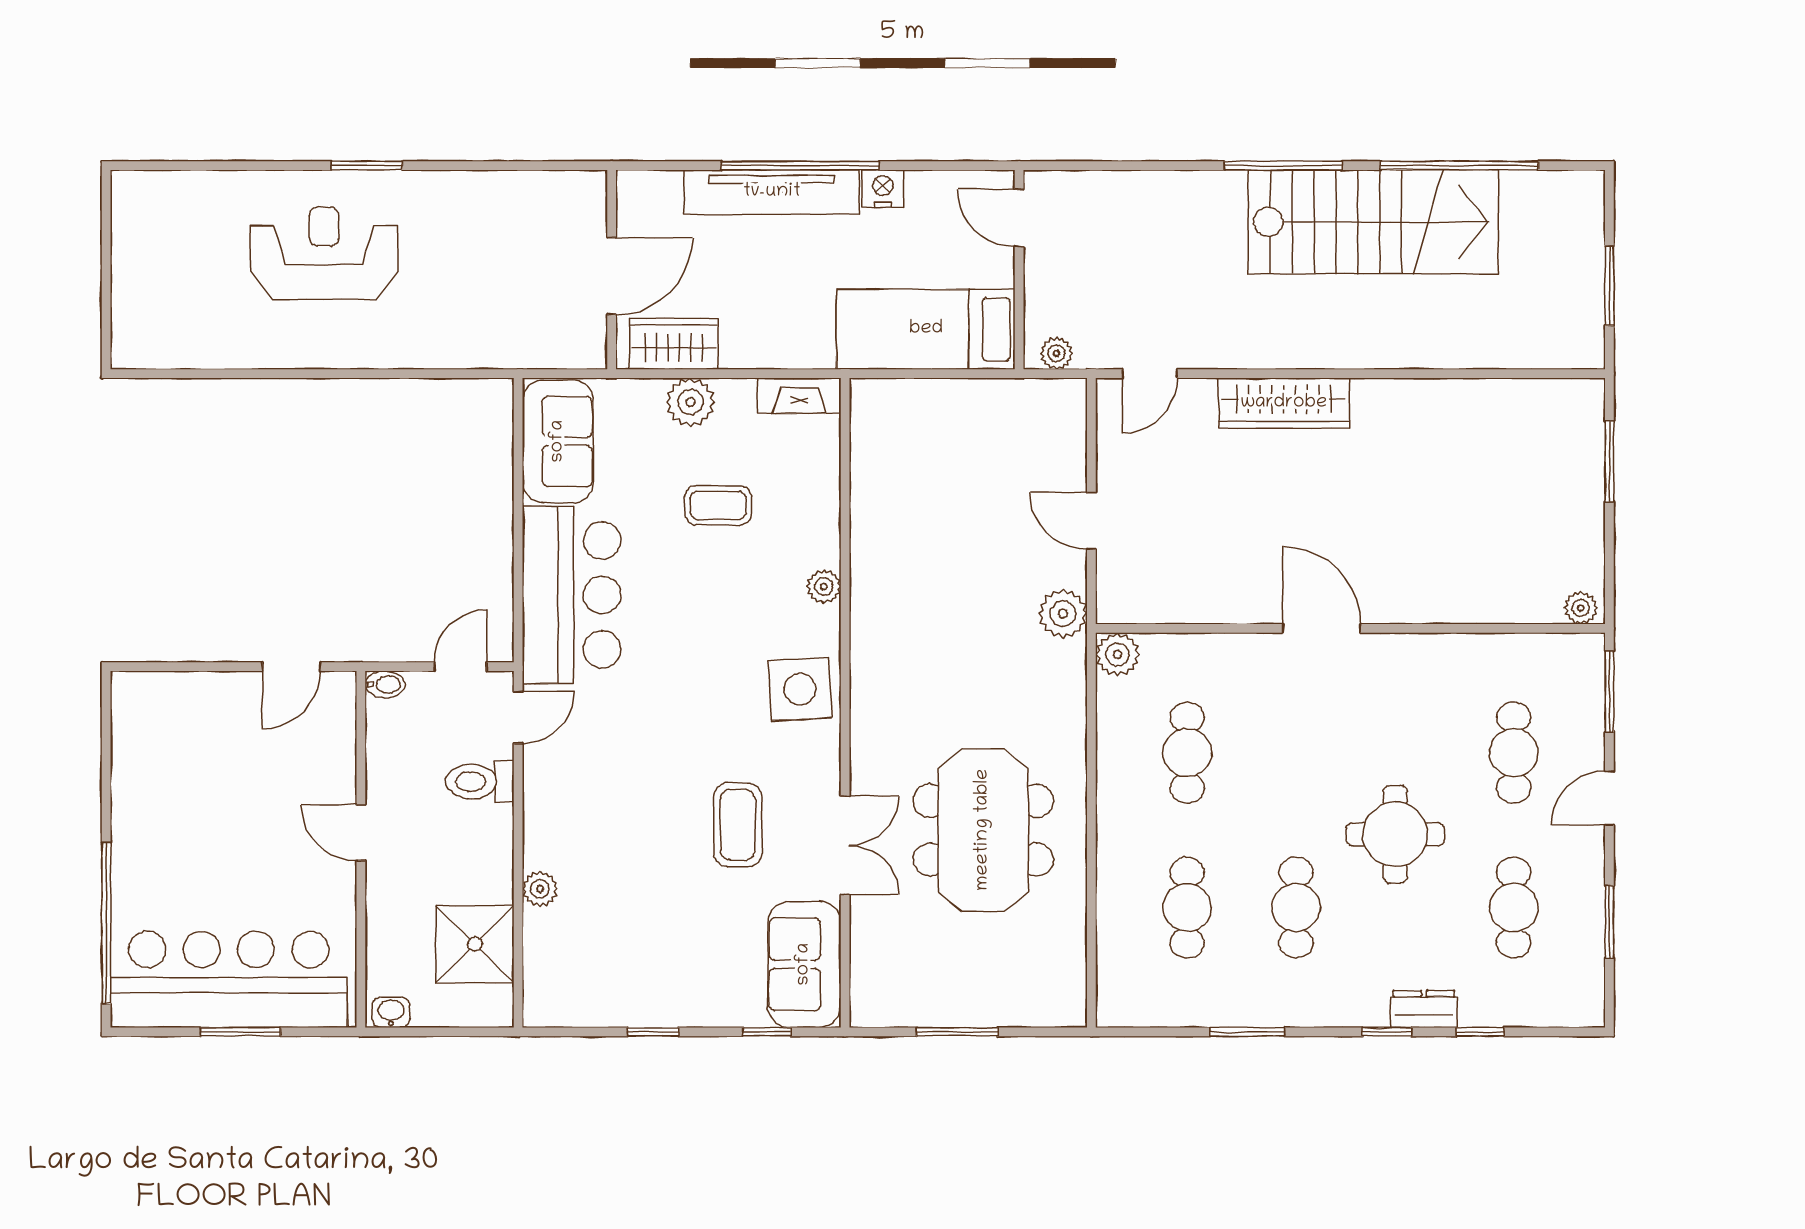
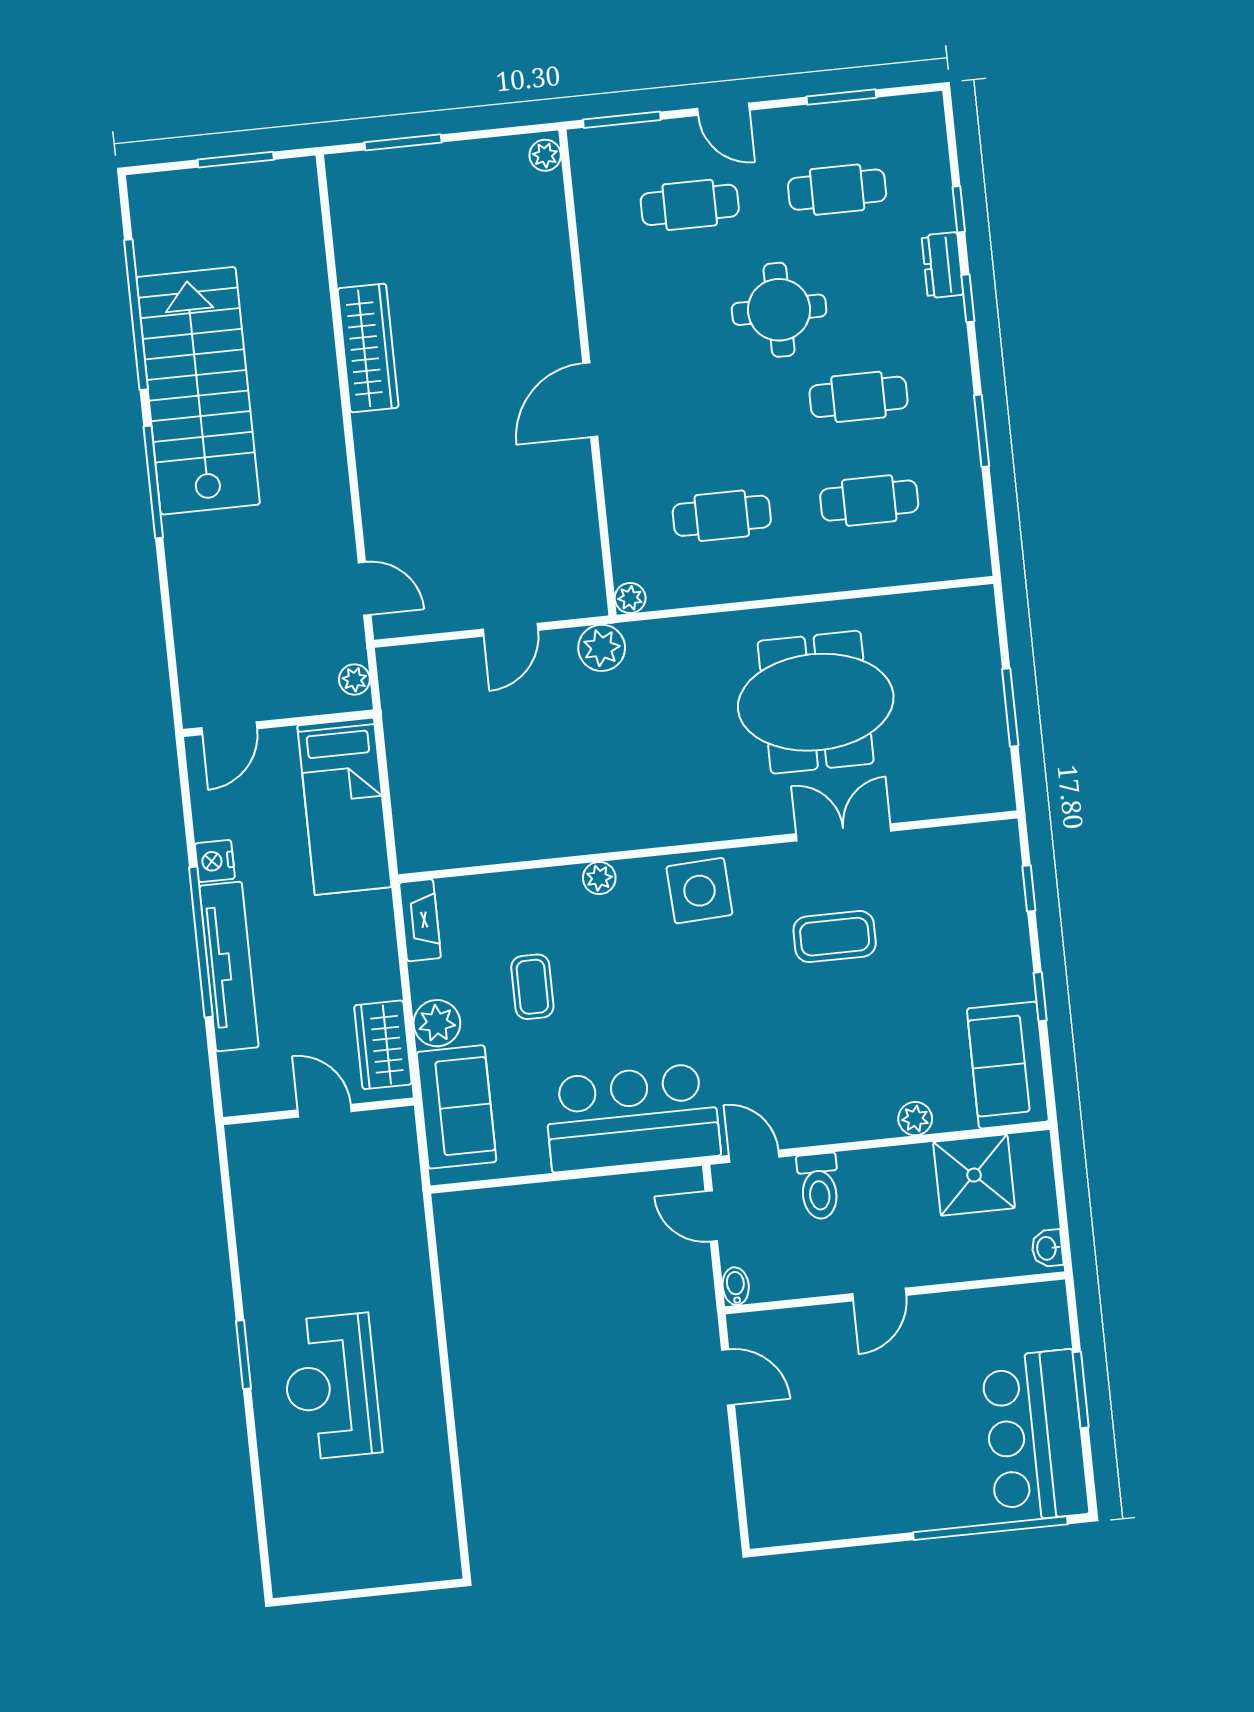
door: (612, 276) -> (325, 1111), width x0.73
wardrobe: (1284, 403) -> (368, 348), moved
sofa: (558, 441) -> (456, 1107), moved, turned 90
plant: (1118, 655) -> (630, 598), width x0.73, depth x0.73
sofa: (804, 964) -> (1008, 1065), moved, turned 90
bar counter: (229, 979) -> (1035, 1436), width x0.73

